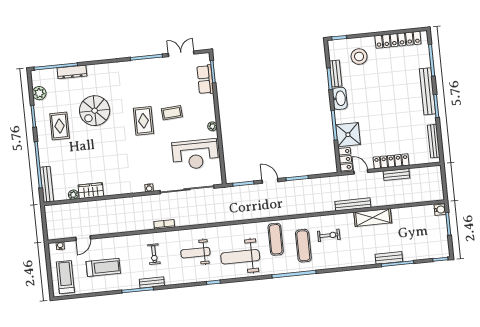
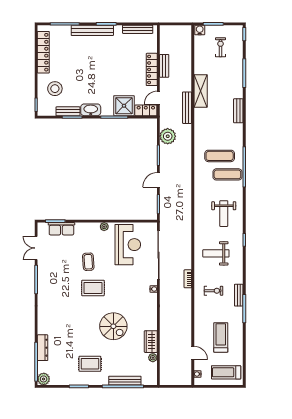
plant: (39, 93) -> (44, 379), moved
spiral stairs: (95, 111) -> (113, 326), moved
bench: (47, 184) -> (125, 381), moved
plant: (319, 186) -> (168, 136), added
exercise bike: (329, 235) -> (221, 47), moved
exercise mat: (276, 239) -> (227, 174), moved
weight bench: (195, 253) -> (216, 253), turned 90
weight bench: (240, 257) -> (224, 214), width x0.73, depth x0.75
bench: (389, 258) -> (238, 111), moved

